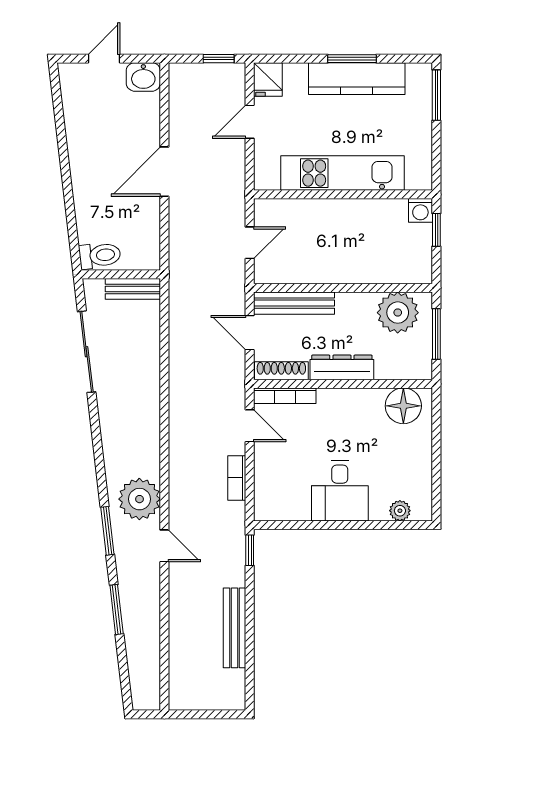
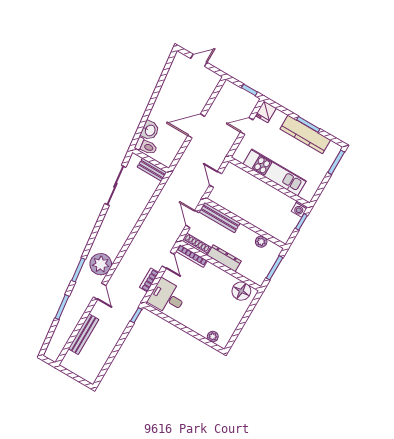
washbasin: (143, 77) -> (150, 130), moved, turned -97
door: (250, 243) -> (216, 179), swing flipped
plant: (398, 313) -> (261, 242), width x0.53, depth x0.53
desk: (340, 491) -> (167, 297), moved, turned 90
bench: (234, 628) -> (84, 334), moved

